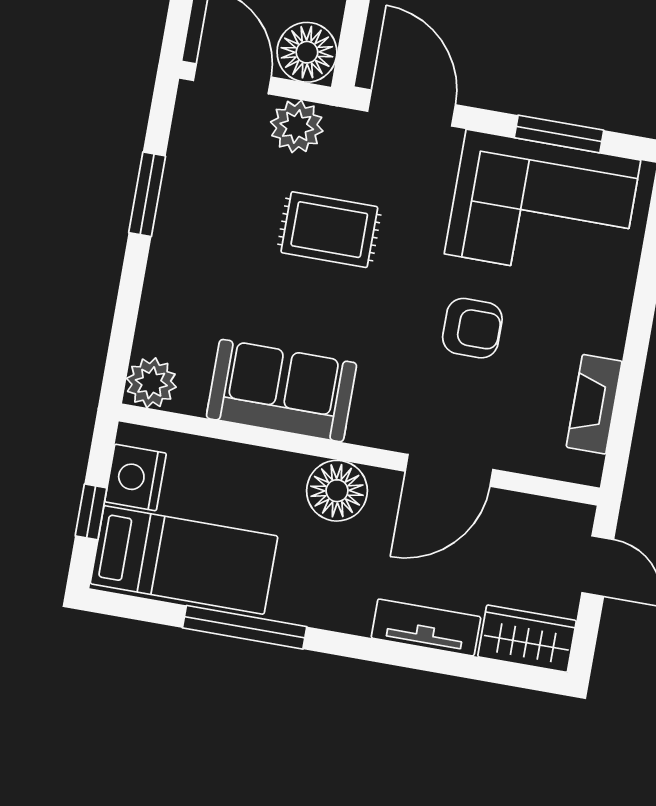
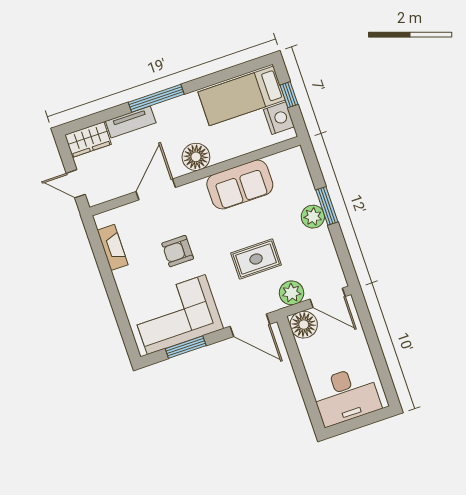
window: (147, 194) -> (327, 206), moved
plant: (151, 383) -> (313, 217), moved
window: (245, 627) -> (156, 98), moved

